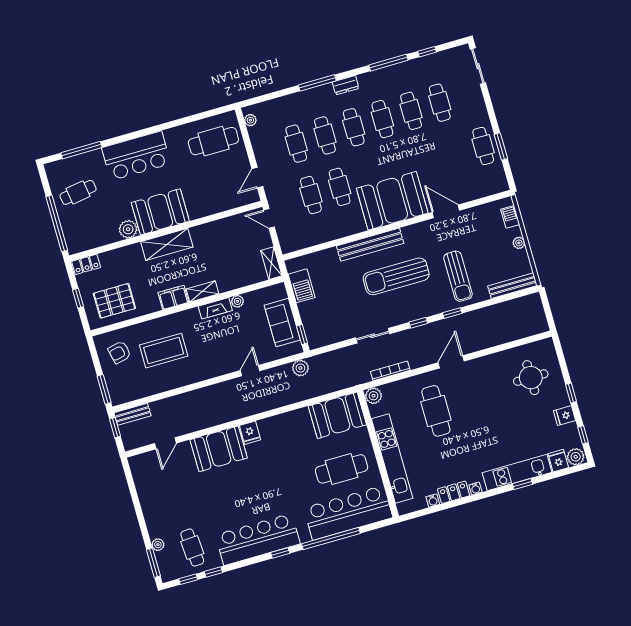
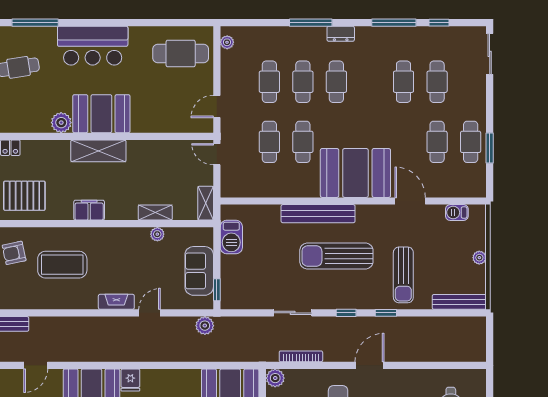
cafe table: (382, 119) -> (437, 142), moved
barbecue: (510, 217) -> (457, 213), moved, turned -90
shelving: (203, 291) -> (155, 213), moved
fireplace: (215, 308) -> (116, 302), moved, turned 180

